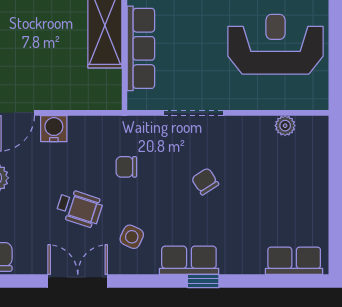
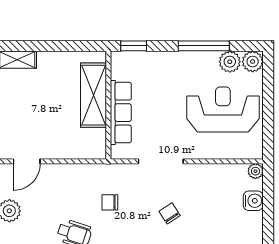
plant: (285, 126) -> (255, 171), moved
water cooler: (54, 129) -> (253, 201), moved, turned 90

